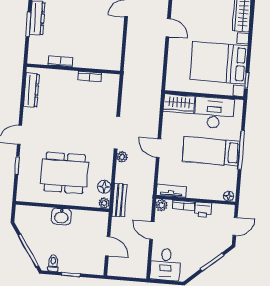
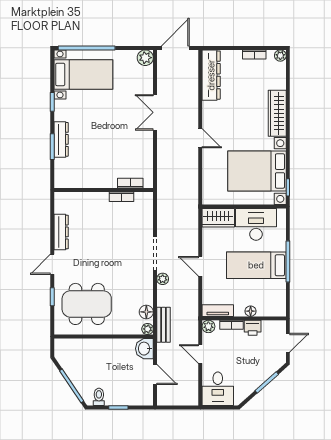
bookcase: (60, 61) -> (130, 183), moved
dresser: (31, 90) -> (61, 232), moved
dining table: (65, 173) -> (87, 304), moved
floor lamp: (229, 196) -> (251, 311), moved
washbasin: (61, 216) -> (144, 349), moved, turned 90

